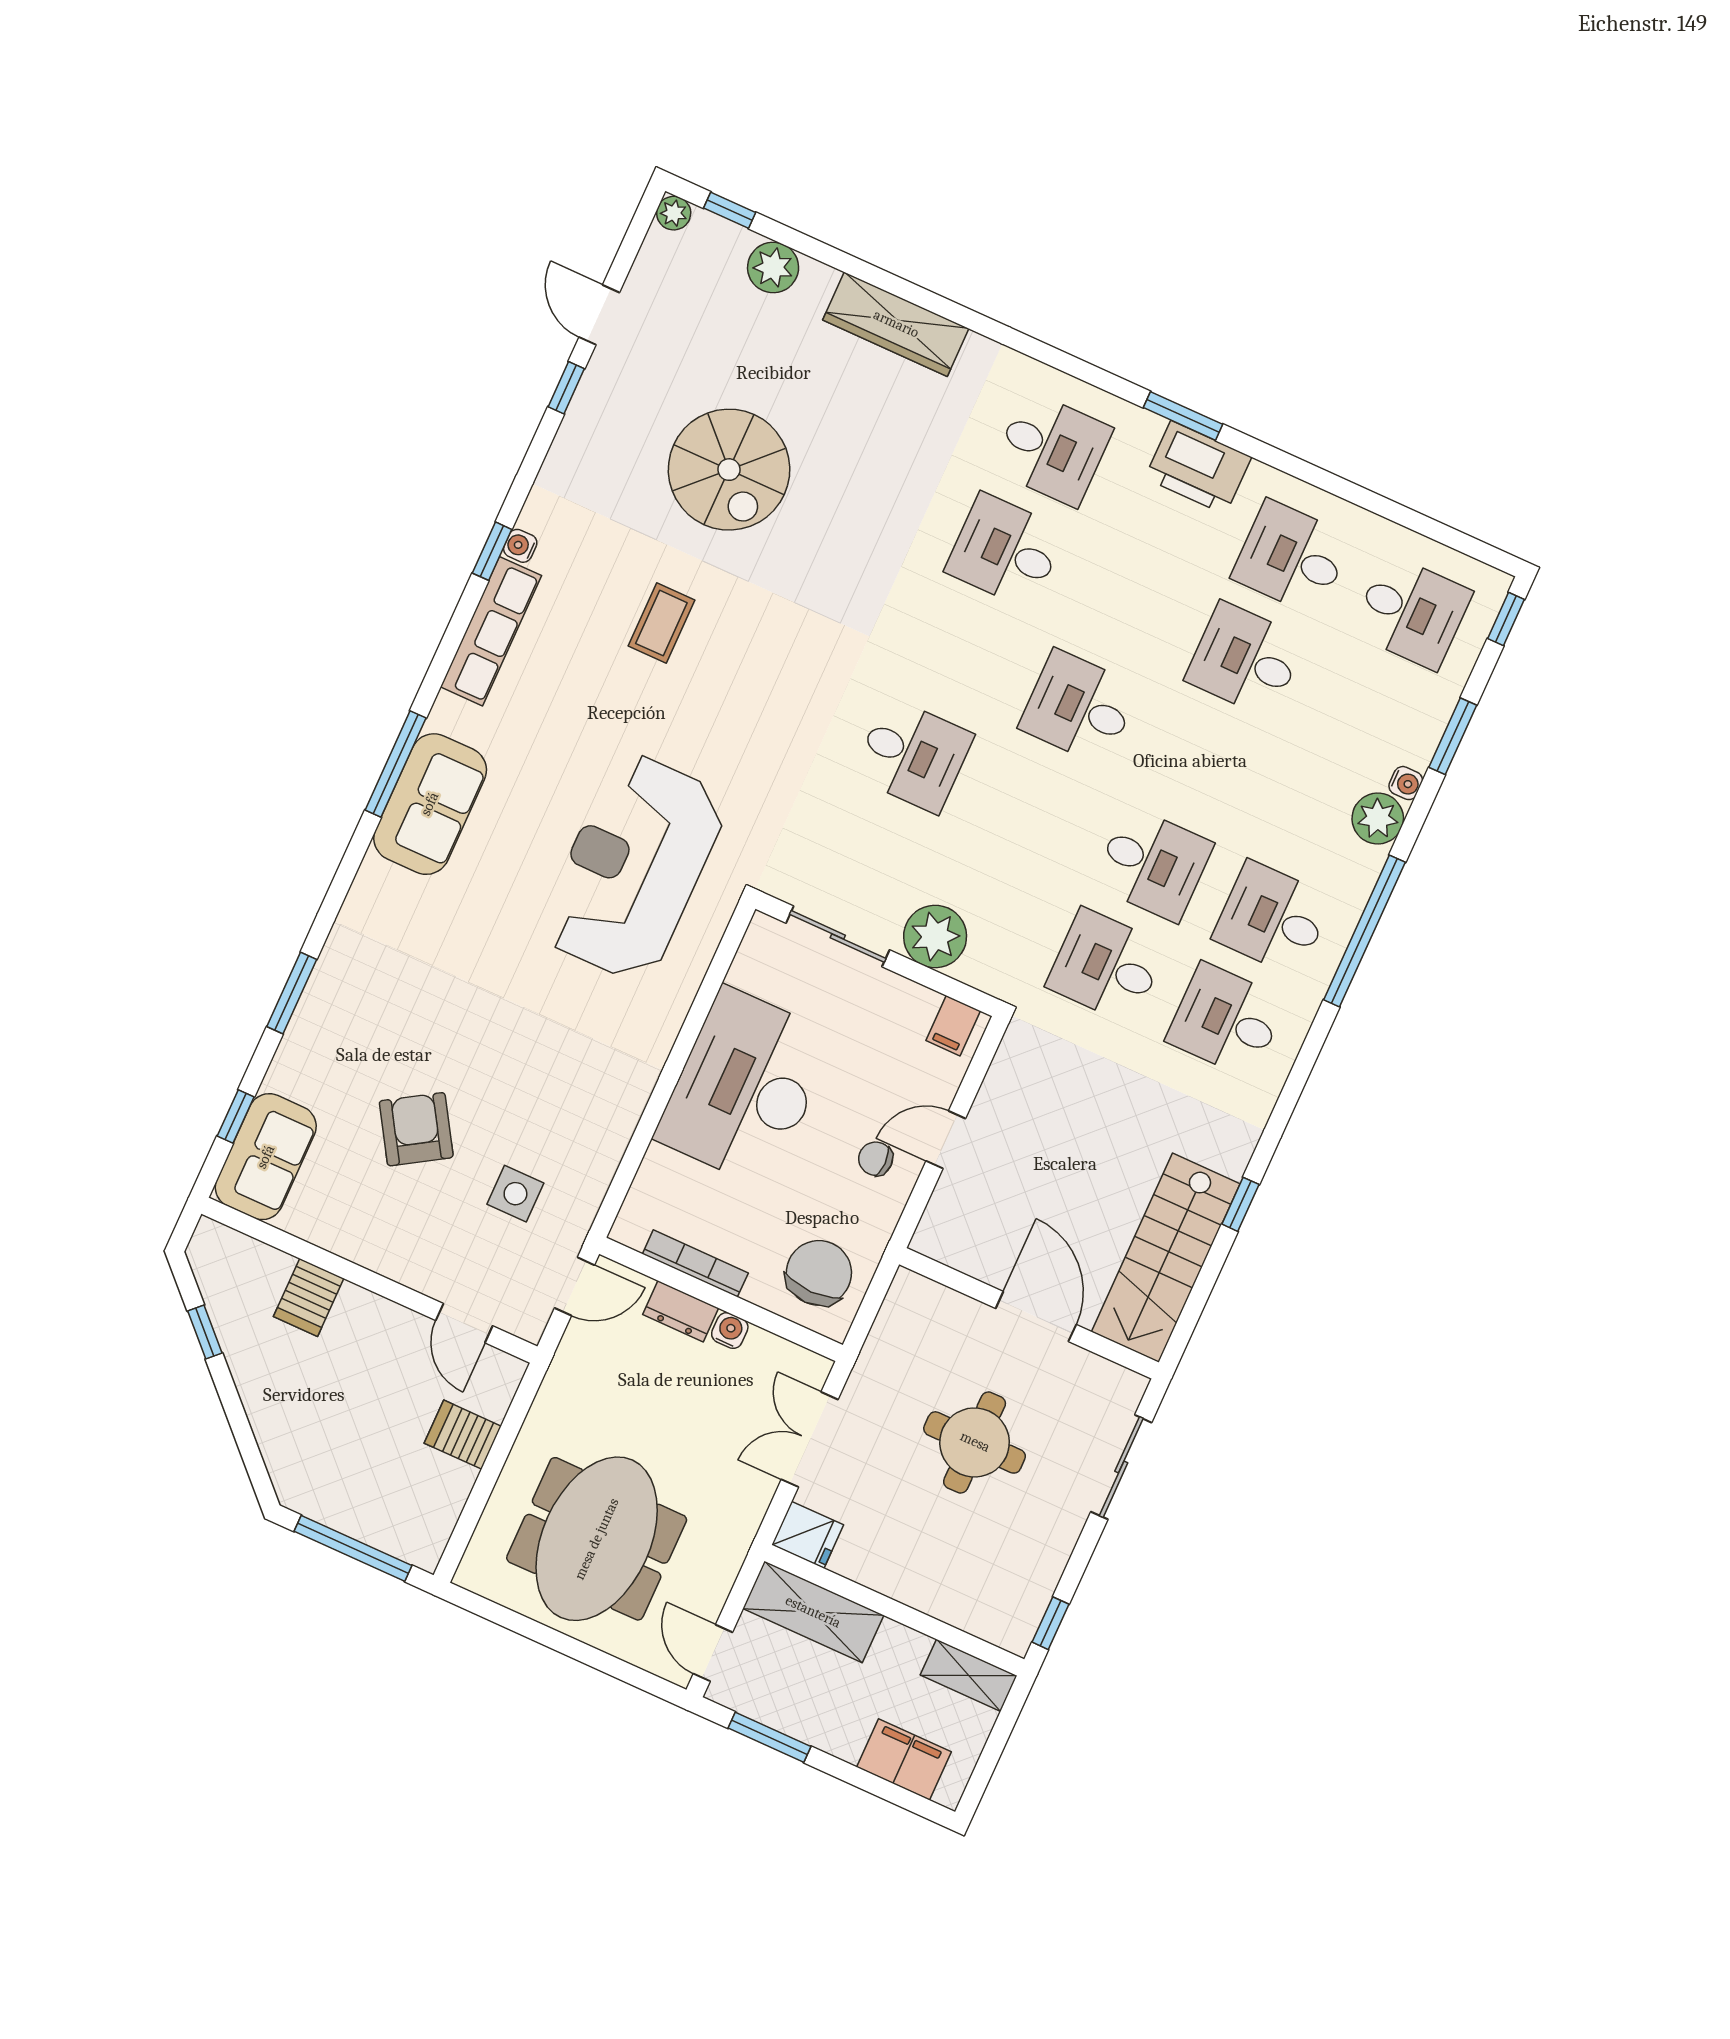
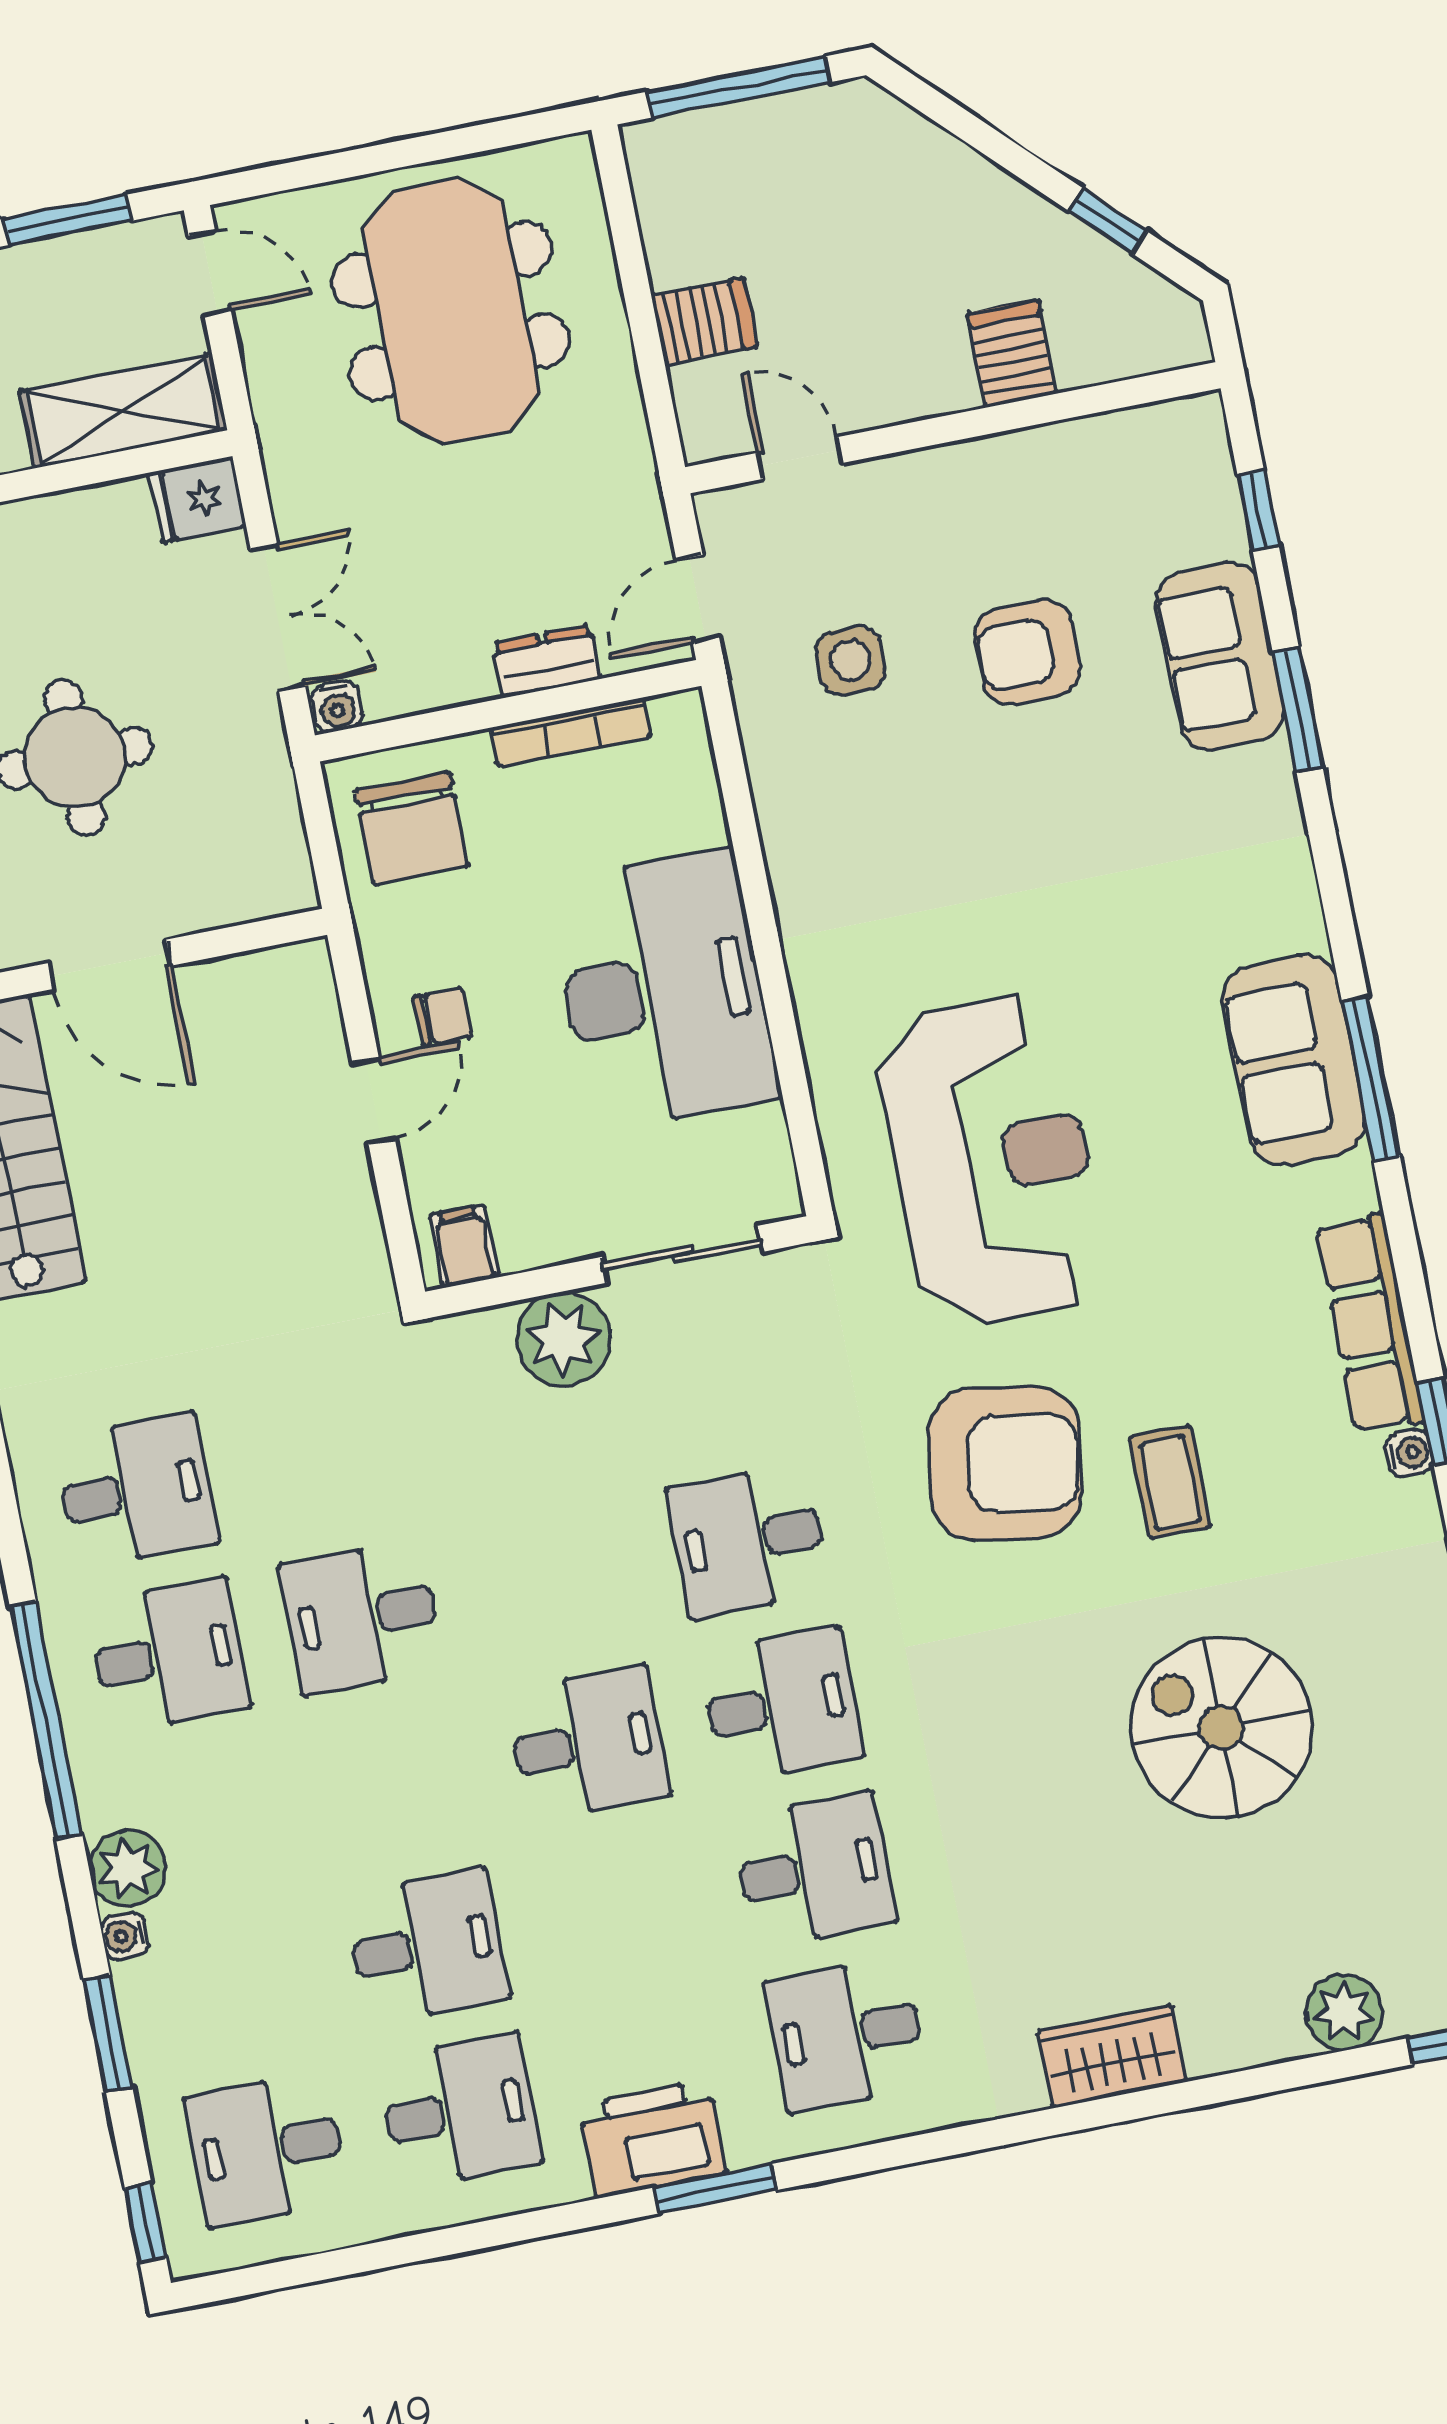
wardrobe: (896, 324) -> (1112, 2056), width x0.67
armchair: (744, 697) -> (1005, 1463), added
desk: (1106, 966) -> (781, 1705), moved
armchair: (416, 1129) -> (1027, 652), turned 122
sofa: (266, 1157) -> (1220, 656), moved
water cooler: (730, 1331) -> (337, 707), moved

